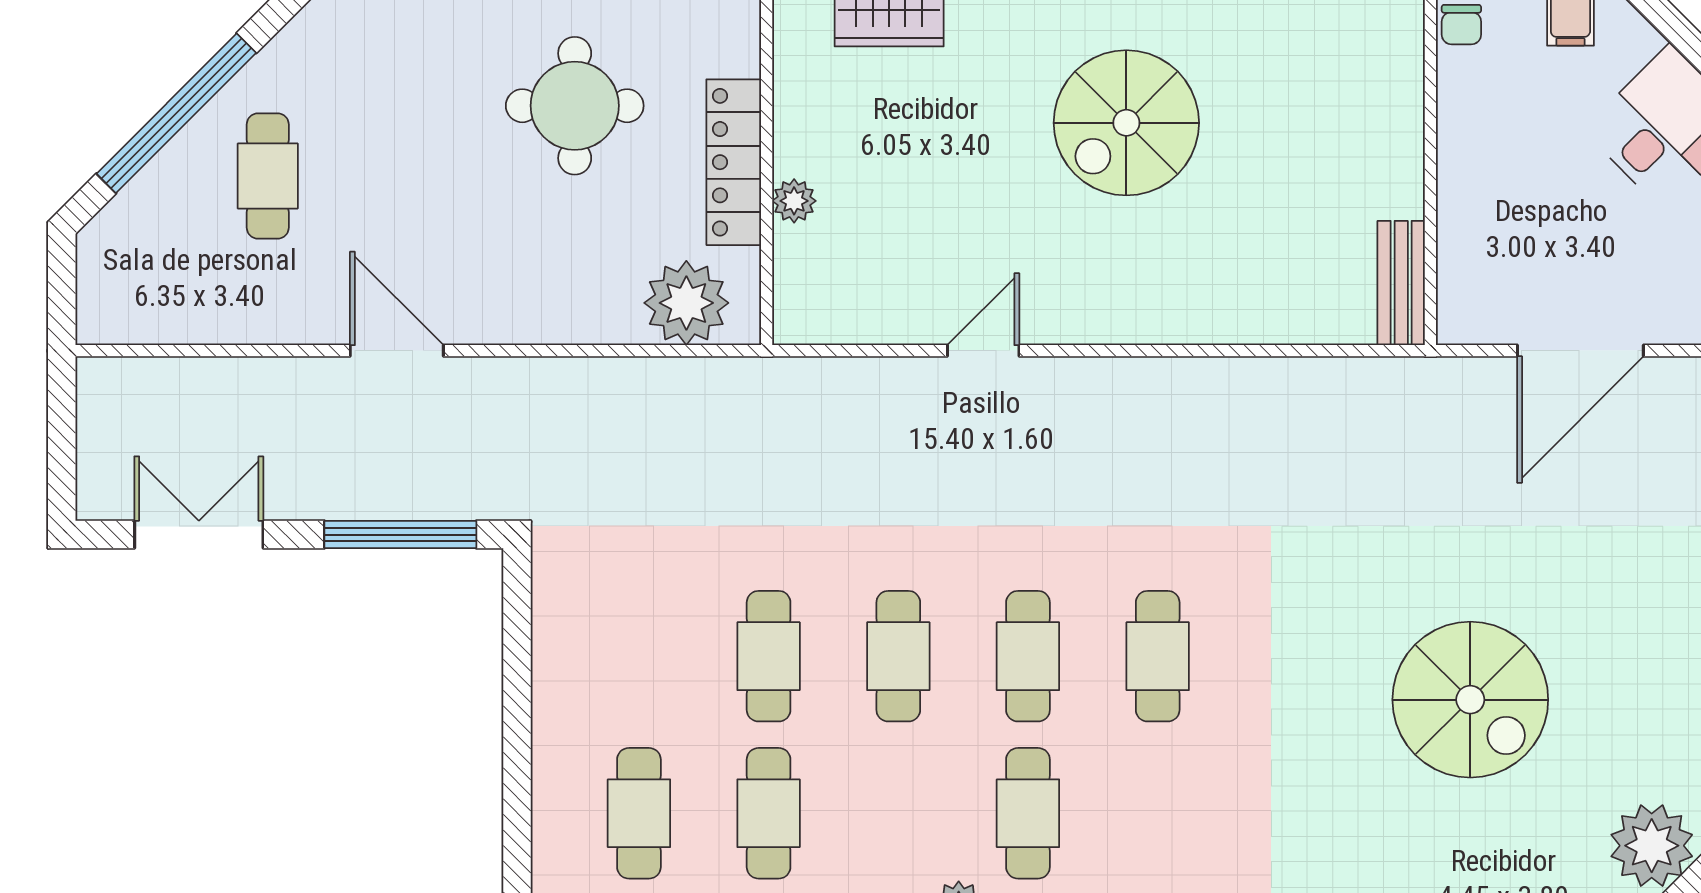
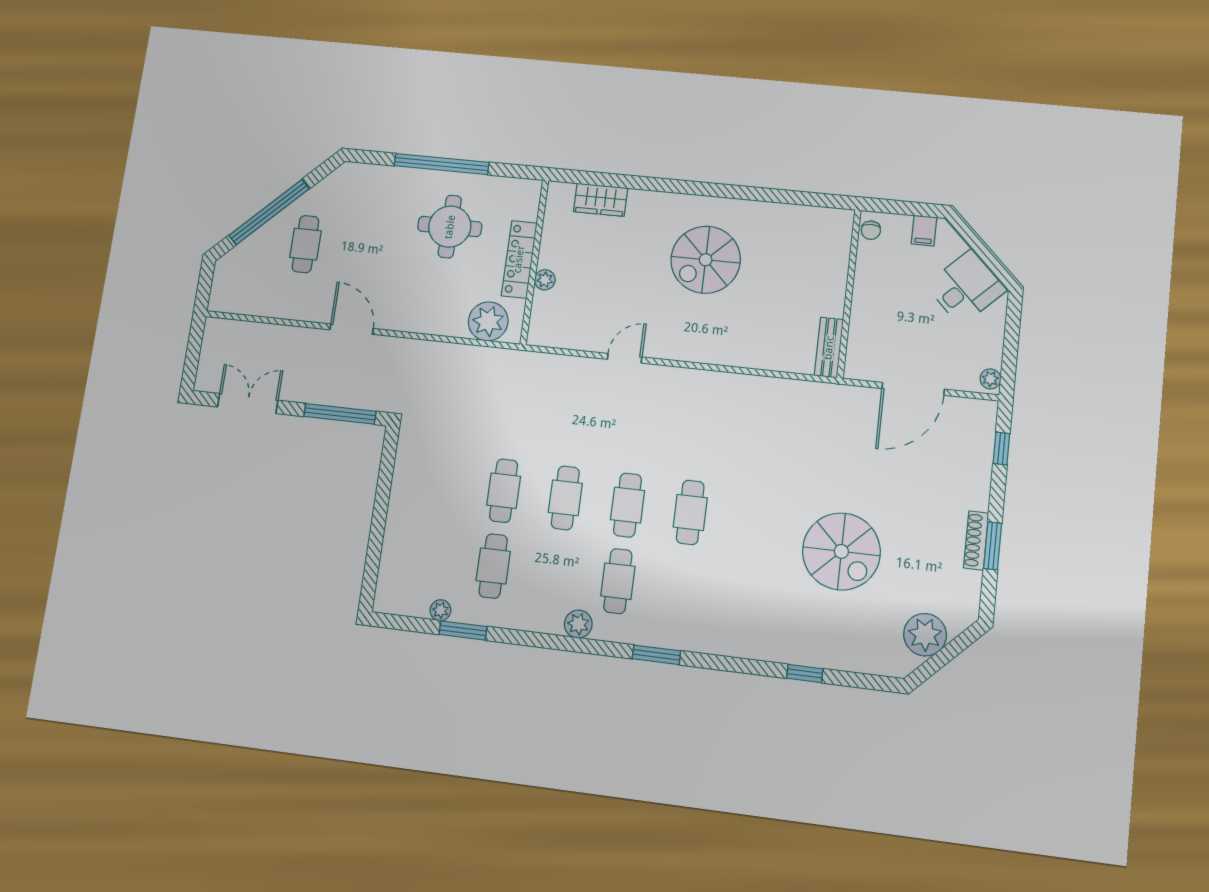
cafe table: (639, 813) -> (432, 559), removed

